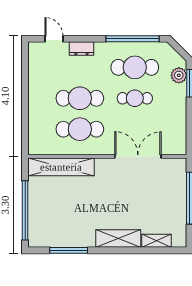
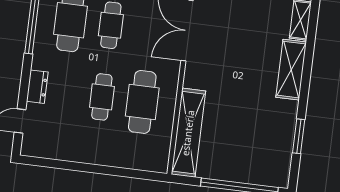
cafe table: (80, 98) -> (102, 97), width x0.73, depth x0.74
window: (69, 250) -> (299, 136), width x0.69

